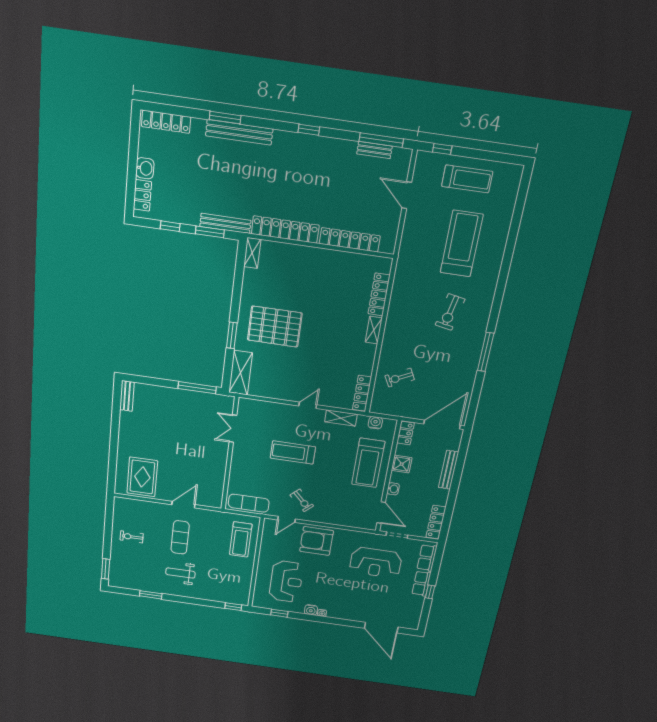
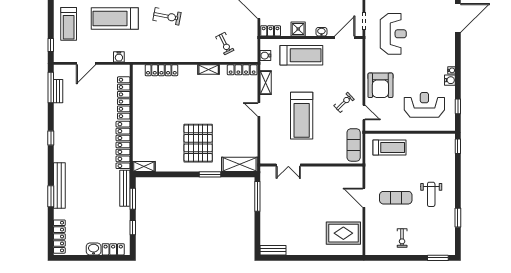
treadmill: (467, 179) -> (69, 24), turned 180
water cooler: (408, 242) -> (119, 57), added
shelving: (374, 330) -> (209, 70), moved
treadmill: (293, 452) -> (302, 116), width x1.37, depth x1.38

